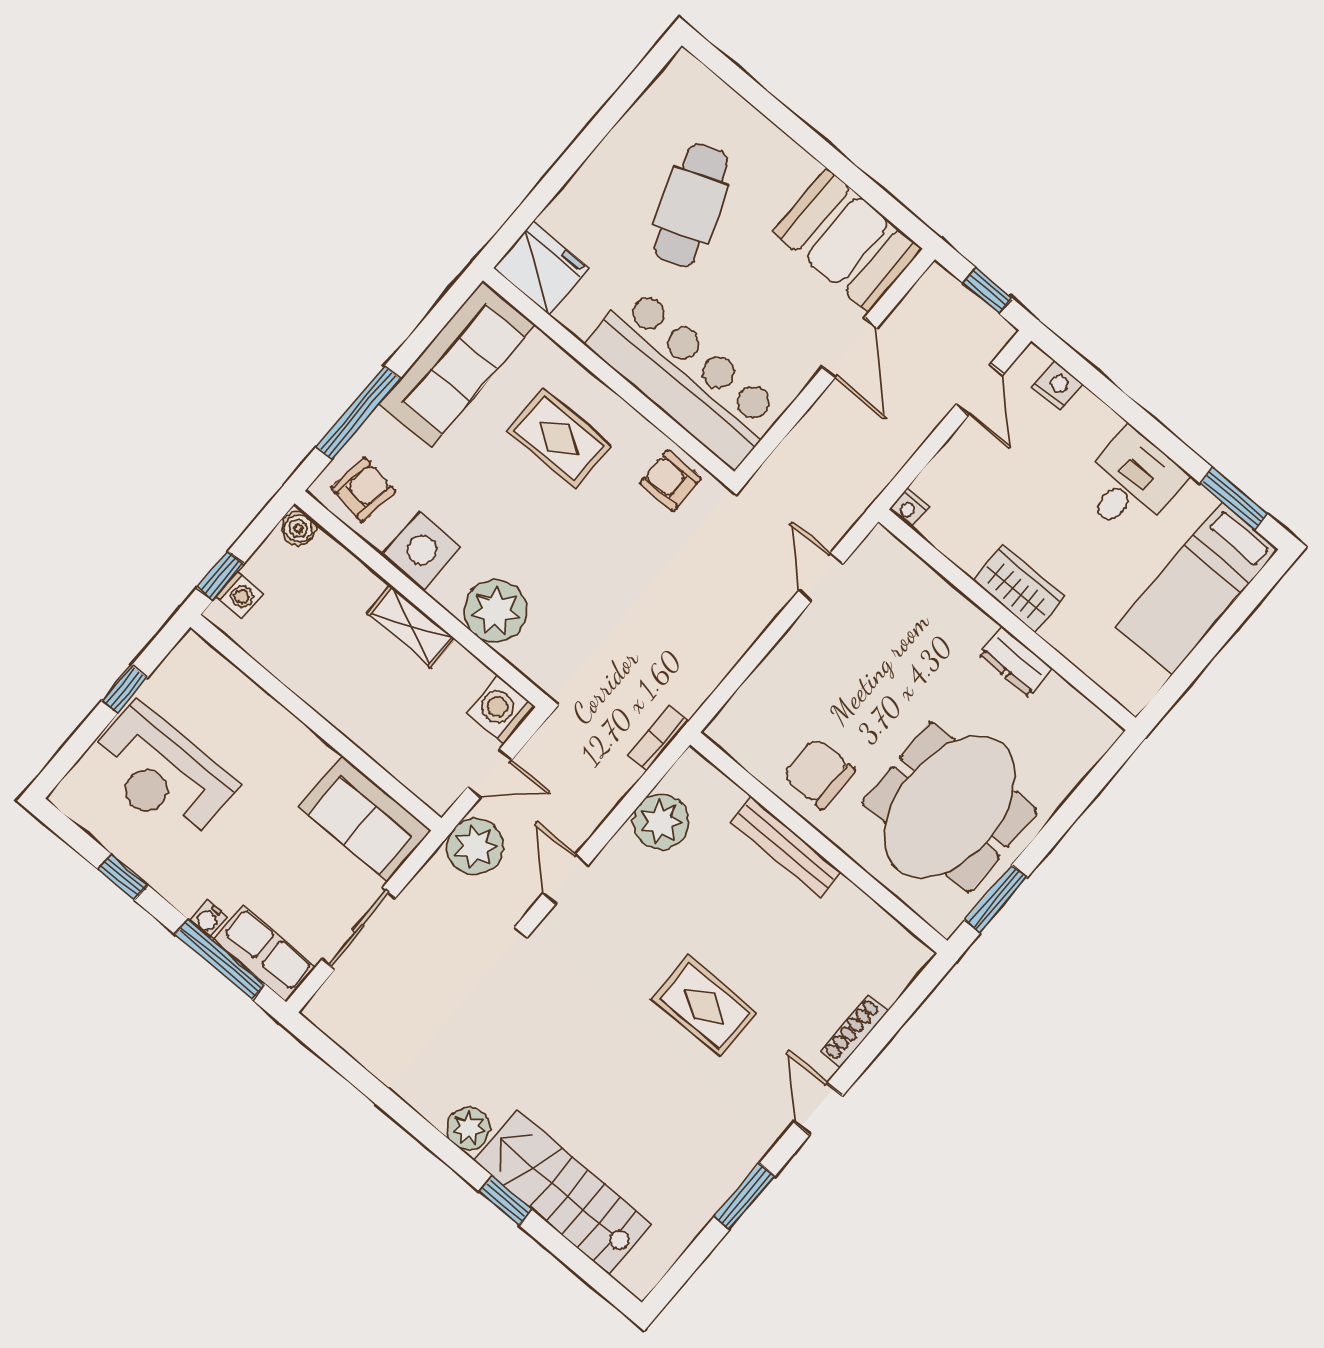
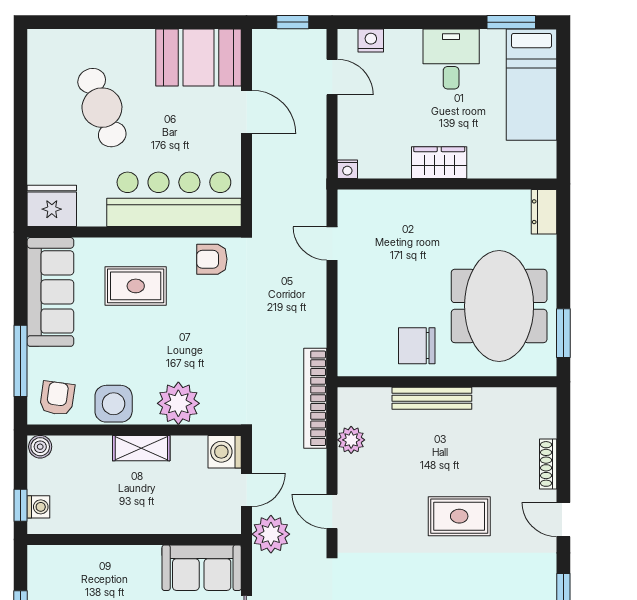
dresser: (1016, 661) -> (544, 212), moved, turned 90
bookcase: (658, 738) -> (315, 398), width x2.31, depth x1.31
plant: (661, 822) -> (351, 440), width x0.73, depth x0.73

